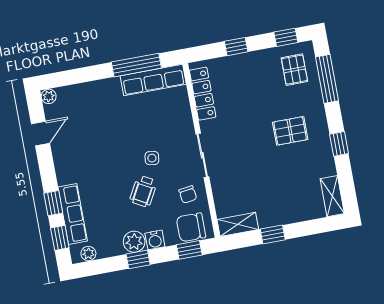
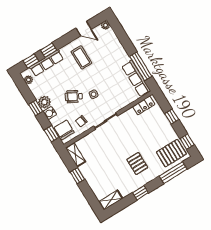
pallet: (294, 70) -> (171, 153), width x1.50, depth x1.42
locker: (203, 94) -> (144, 105), width x0.66
coffee table: (85, 155) -> (81, 57), added

